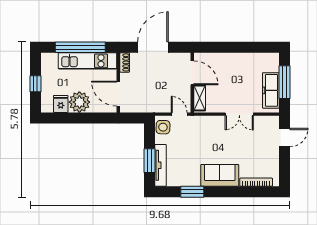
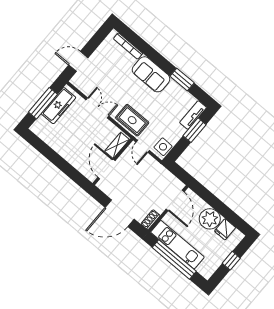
rug: (204, 128) -> (132, 120), added
tv unit: (161, 165) -> (193, 115), width x0.71

